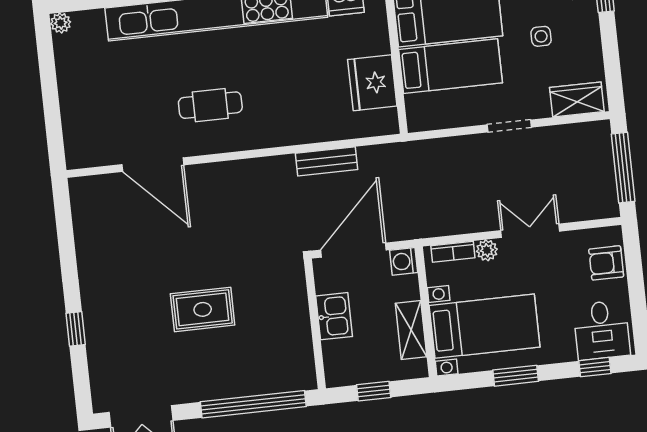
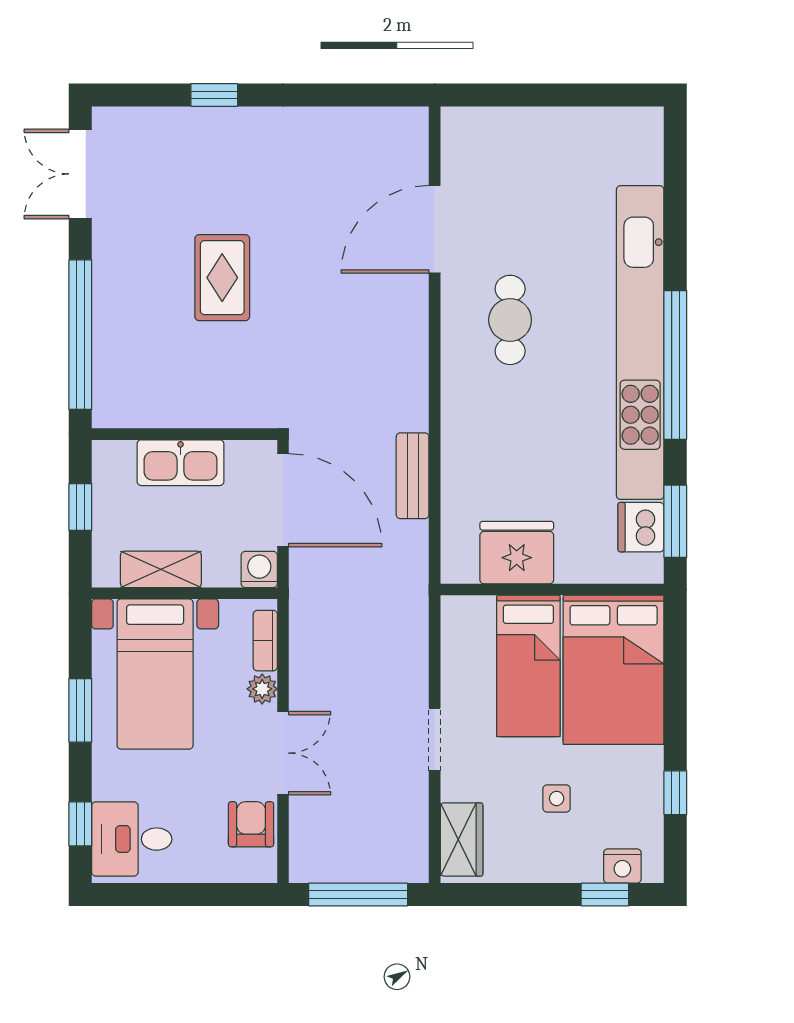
plant: (61, 23) -> (649, 121), removed
armchair: (606, 263) -> (251, 824), moved
kitchen sink: (334, 316) -> (181, 463), width x1.38

